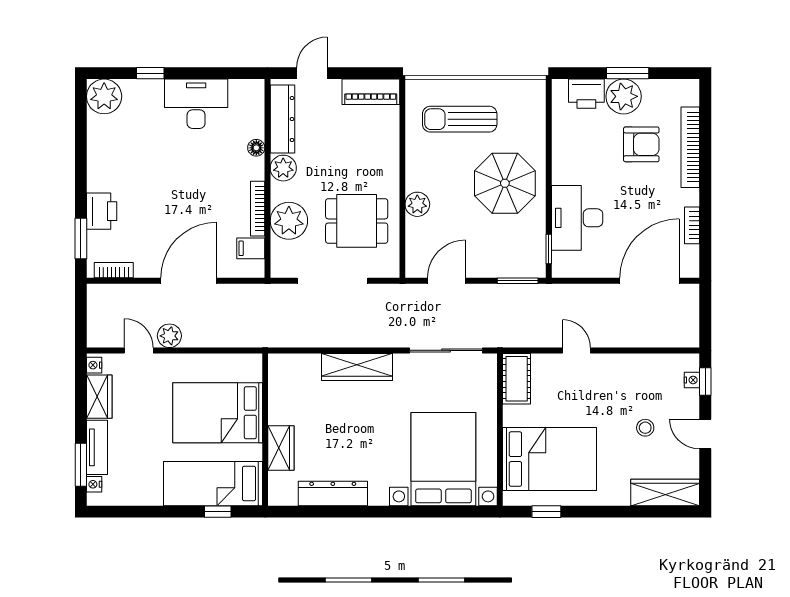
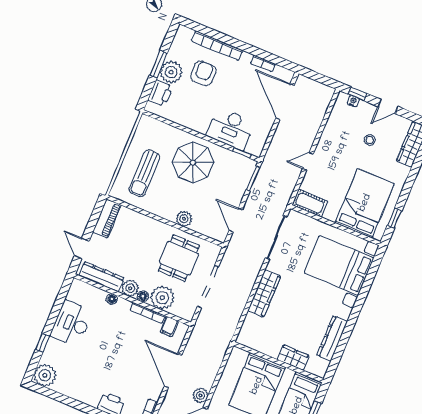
floor lamp: (279, 192) -> (143, 296), added

